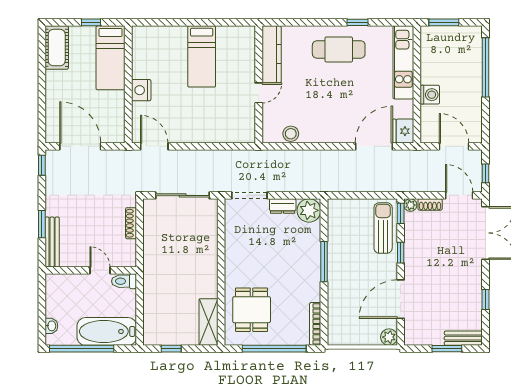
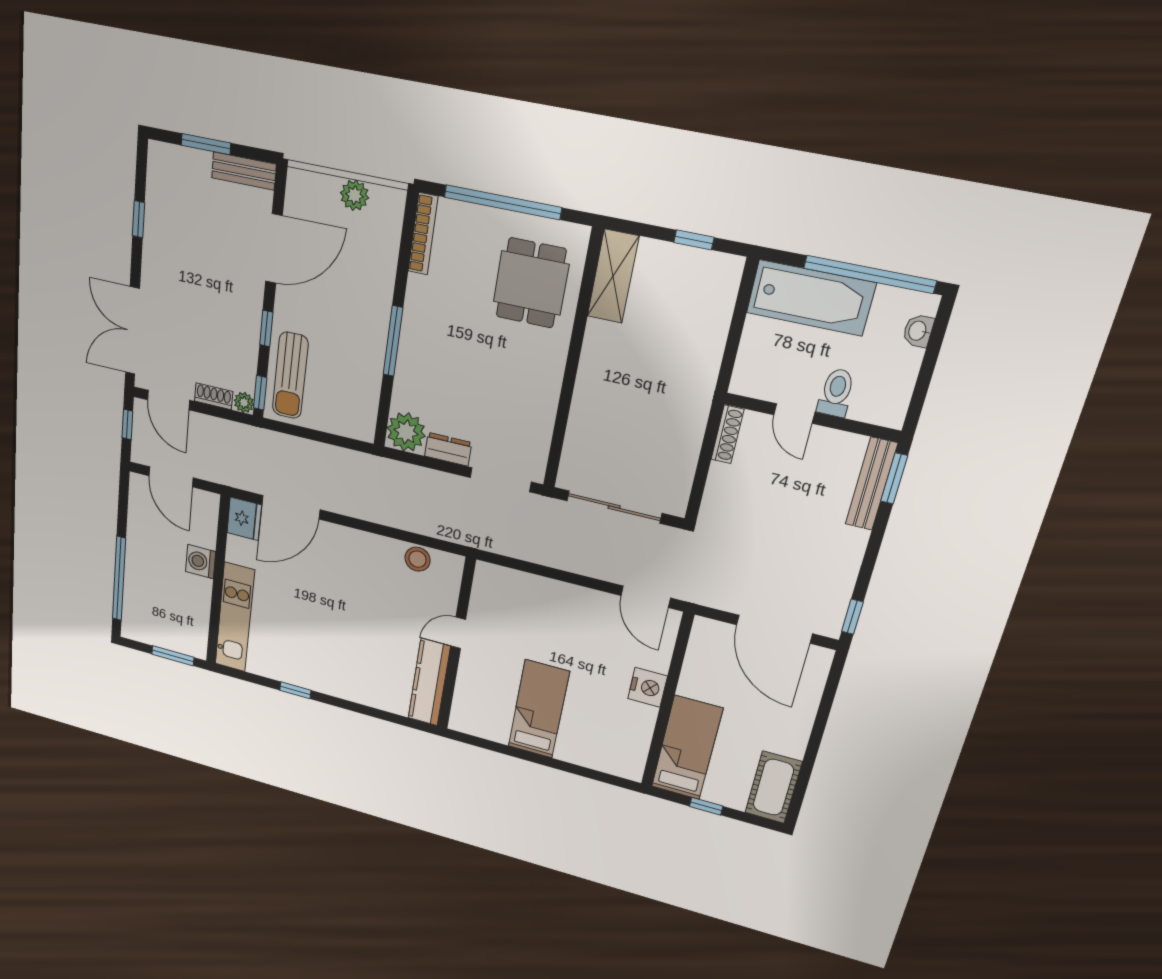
cafe table: (339, 49) -> (327, 661), removed
shoe rack: (131, 223) -> (727, 434), moved
window: (42, 224) -> (894, 478), moved
toilet: (124, 281) -> (836, 393), moved, turned -90
plant: (389, 337) -> (354, 195), moved
bench: (463, 338) -> (244, 171), moved

